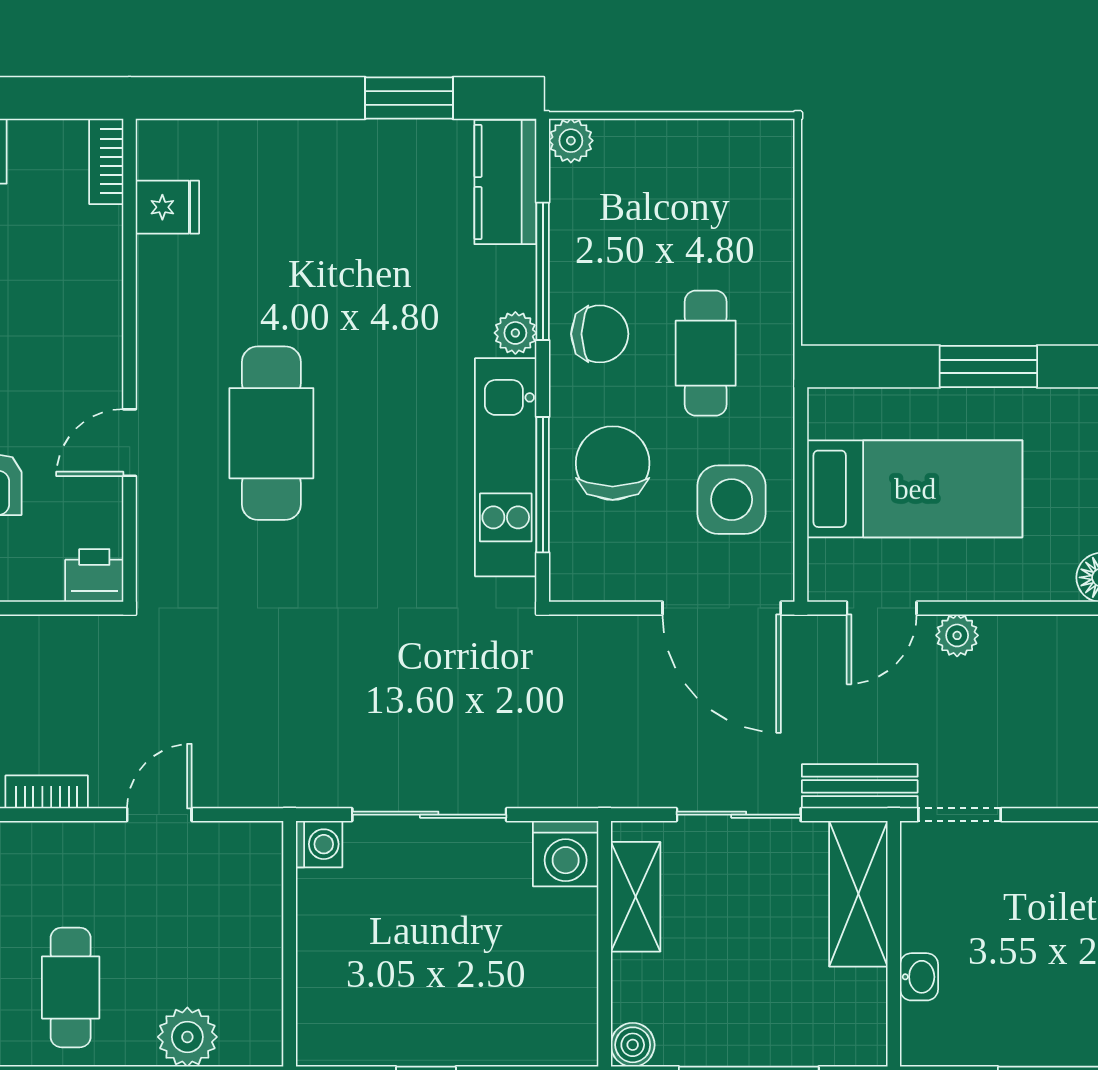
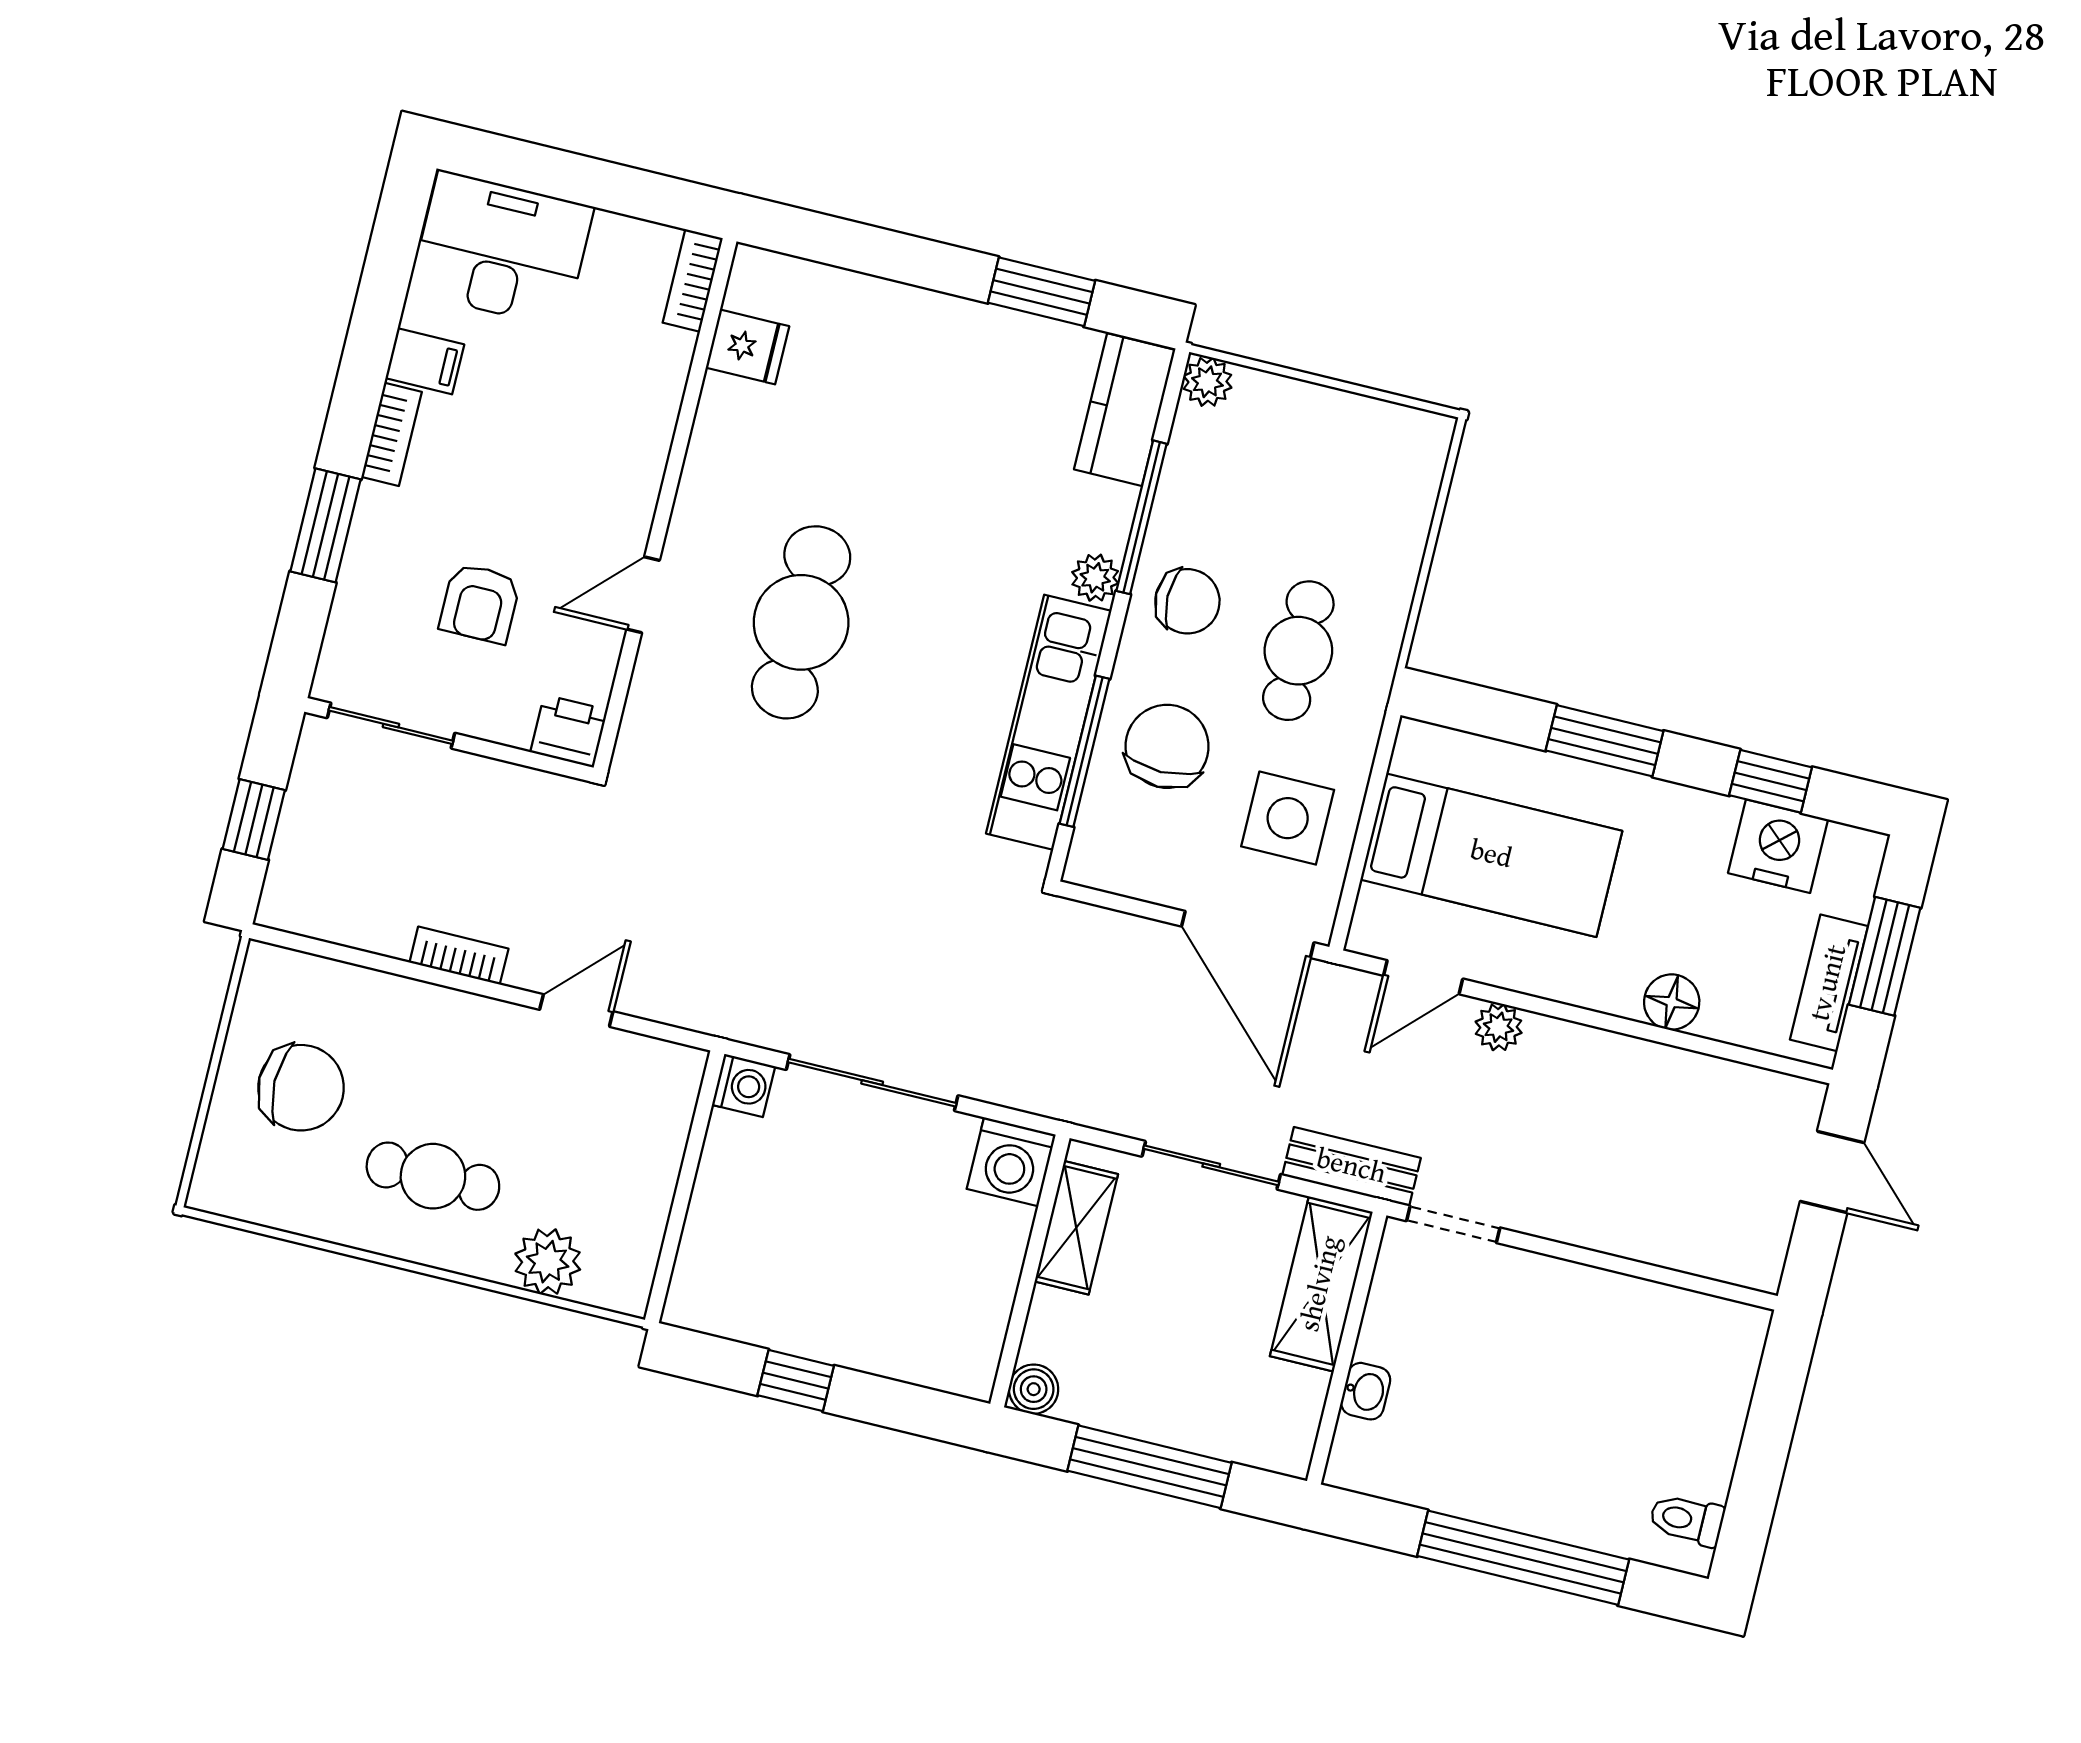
cafe table: (71, 987) -> (433, 1176), turned 90

